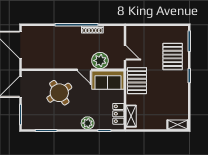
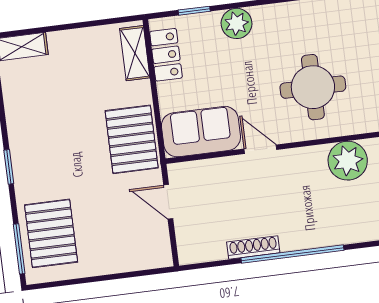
pallet: (173, 56) -> (51, 233), moved
plant: (100, 61) -> (348, 161), moved
round table: (59, 93) -> (313, 87), turned 34

